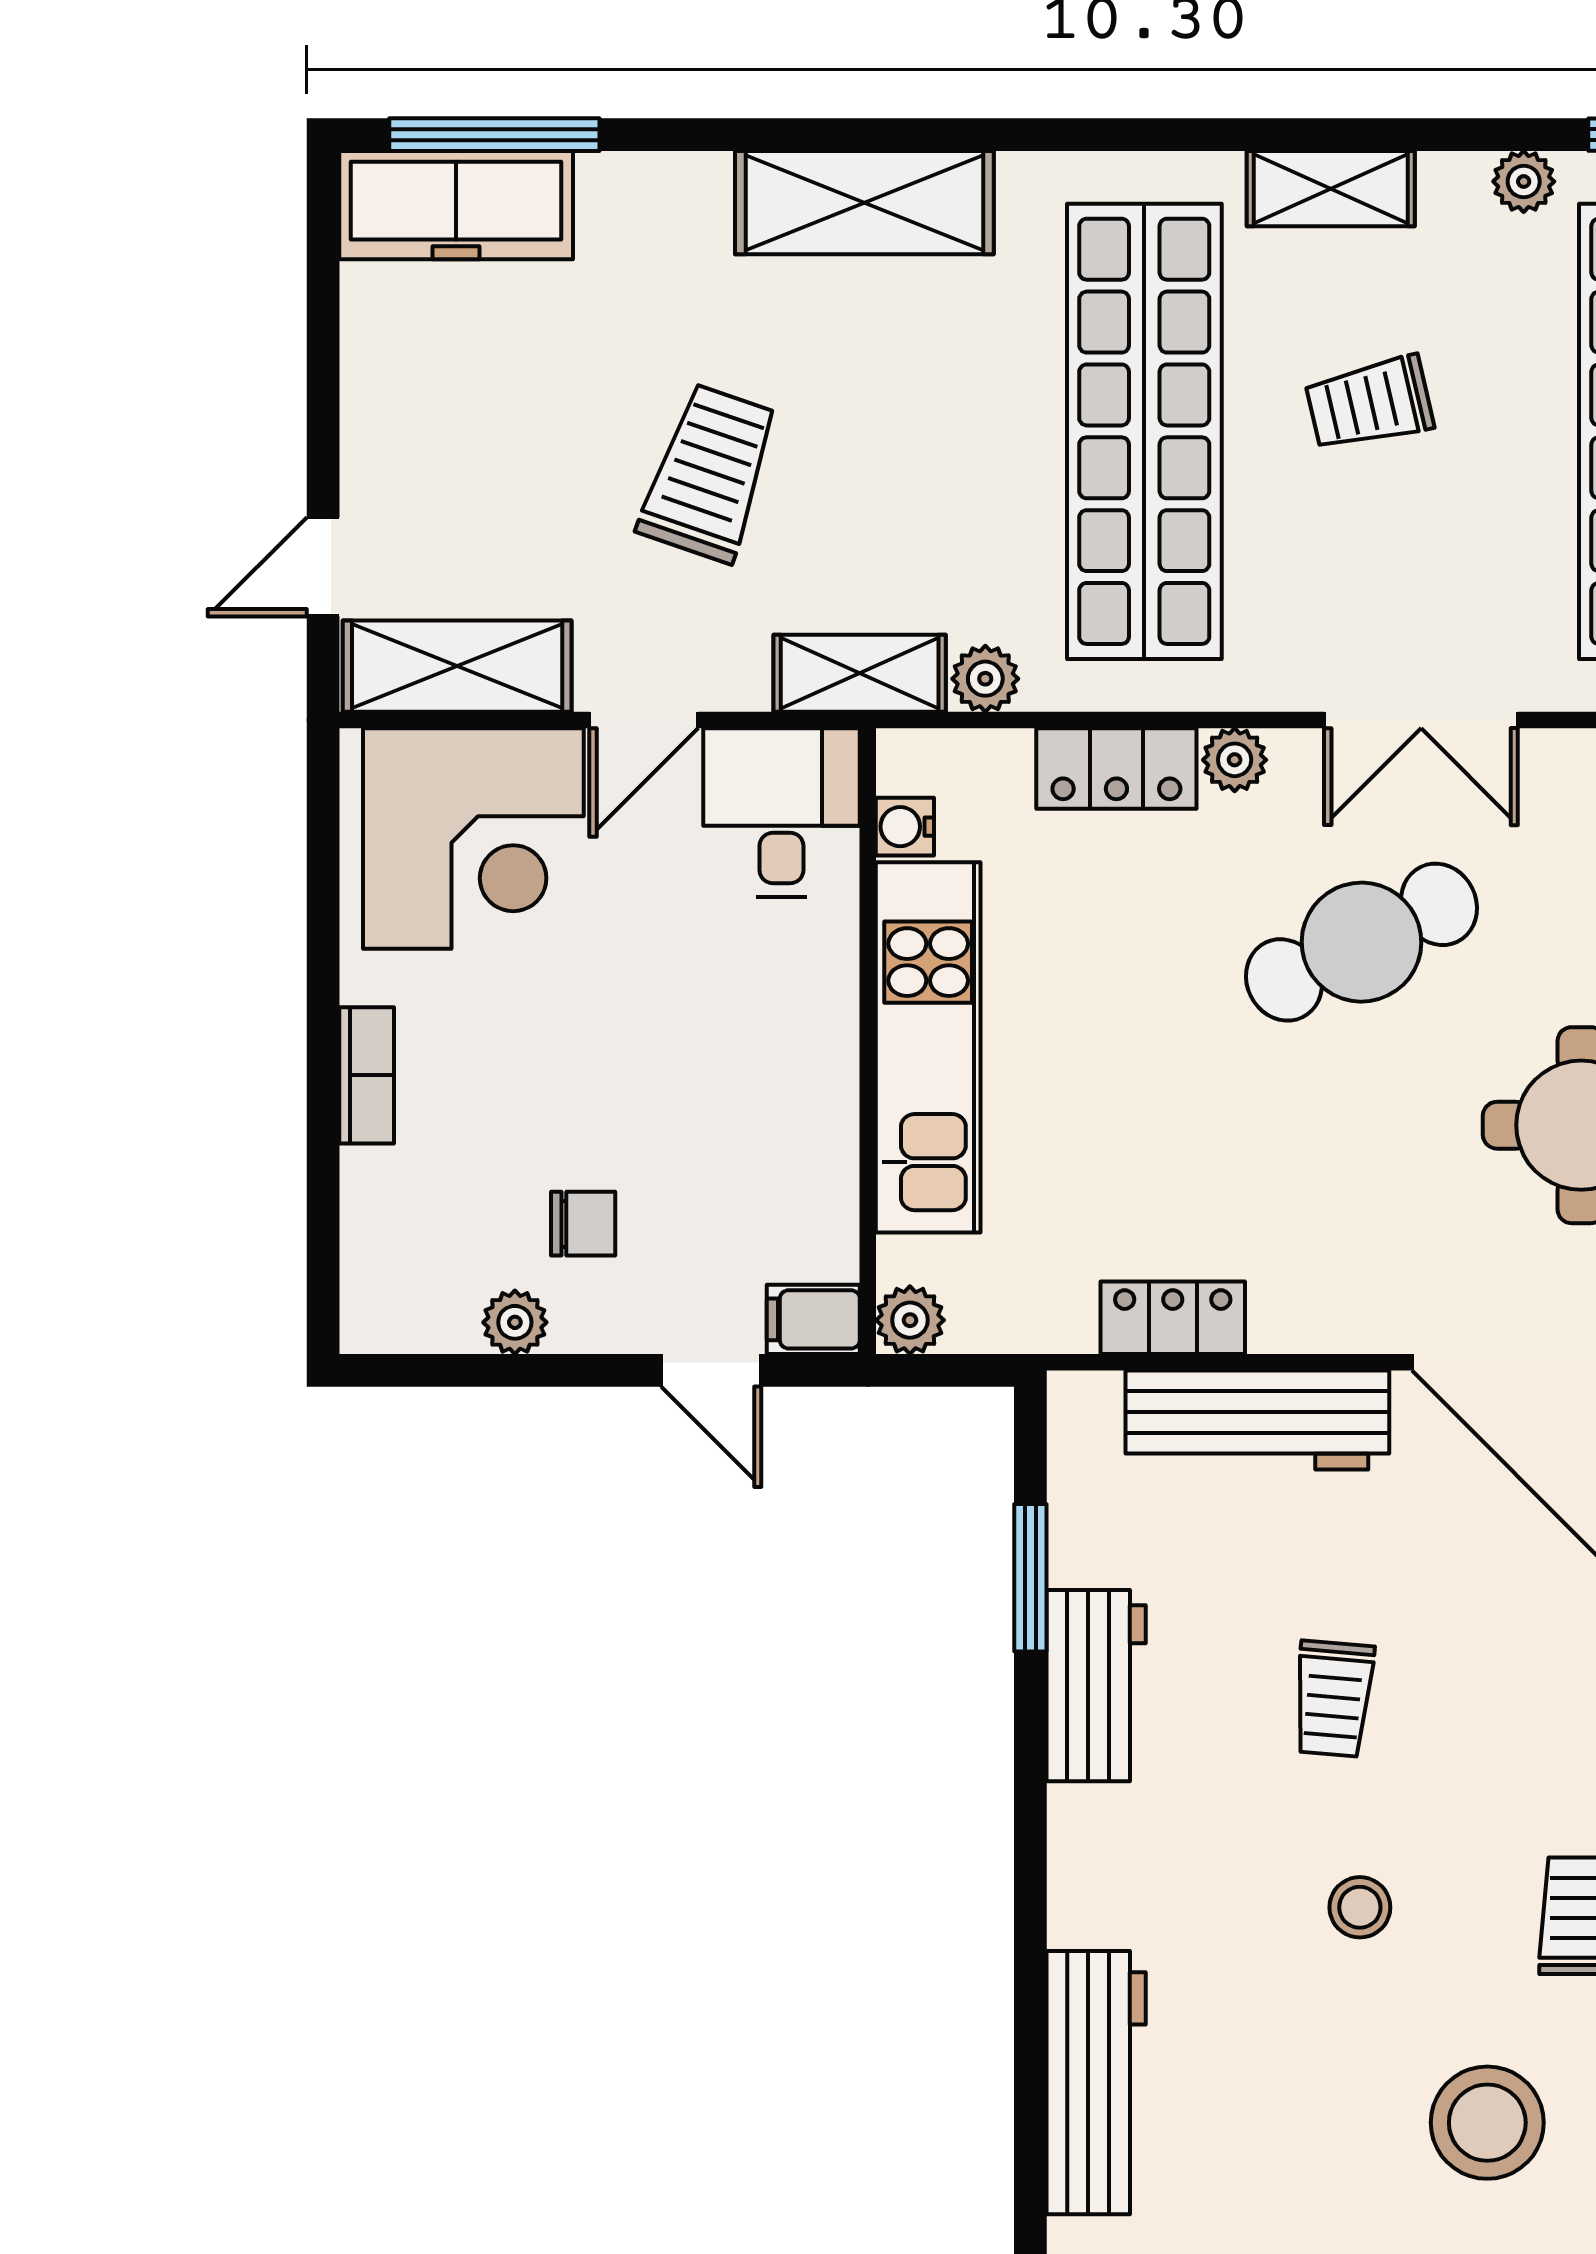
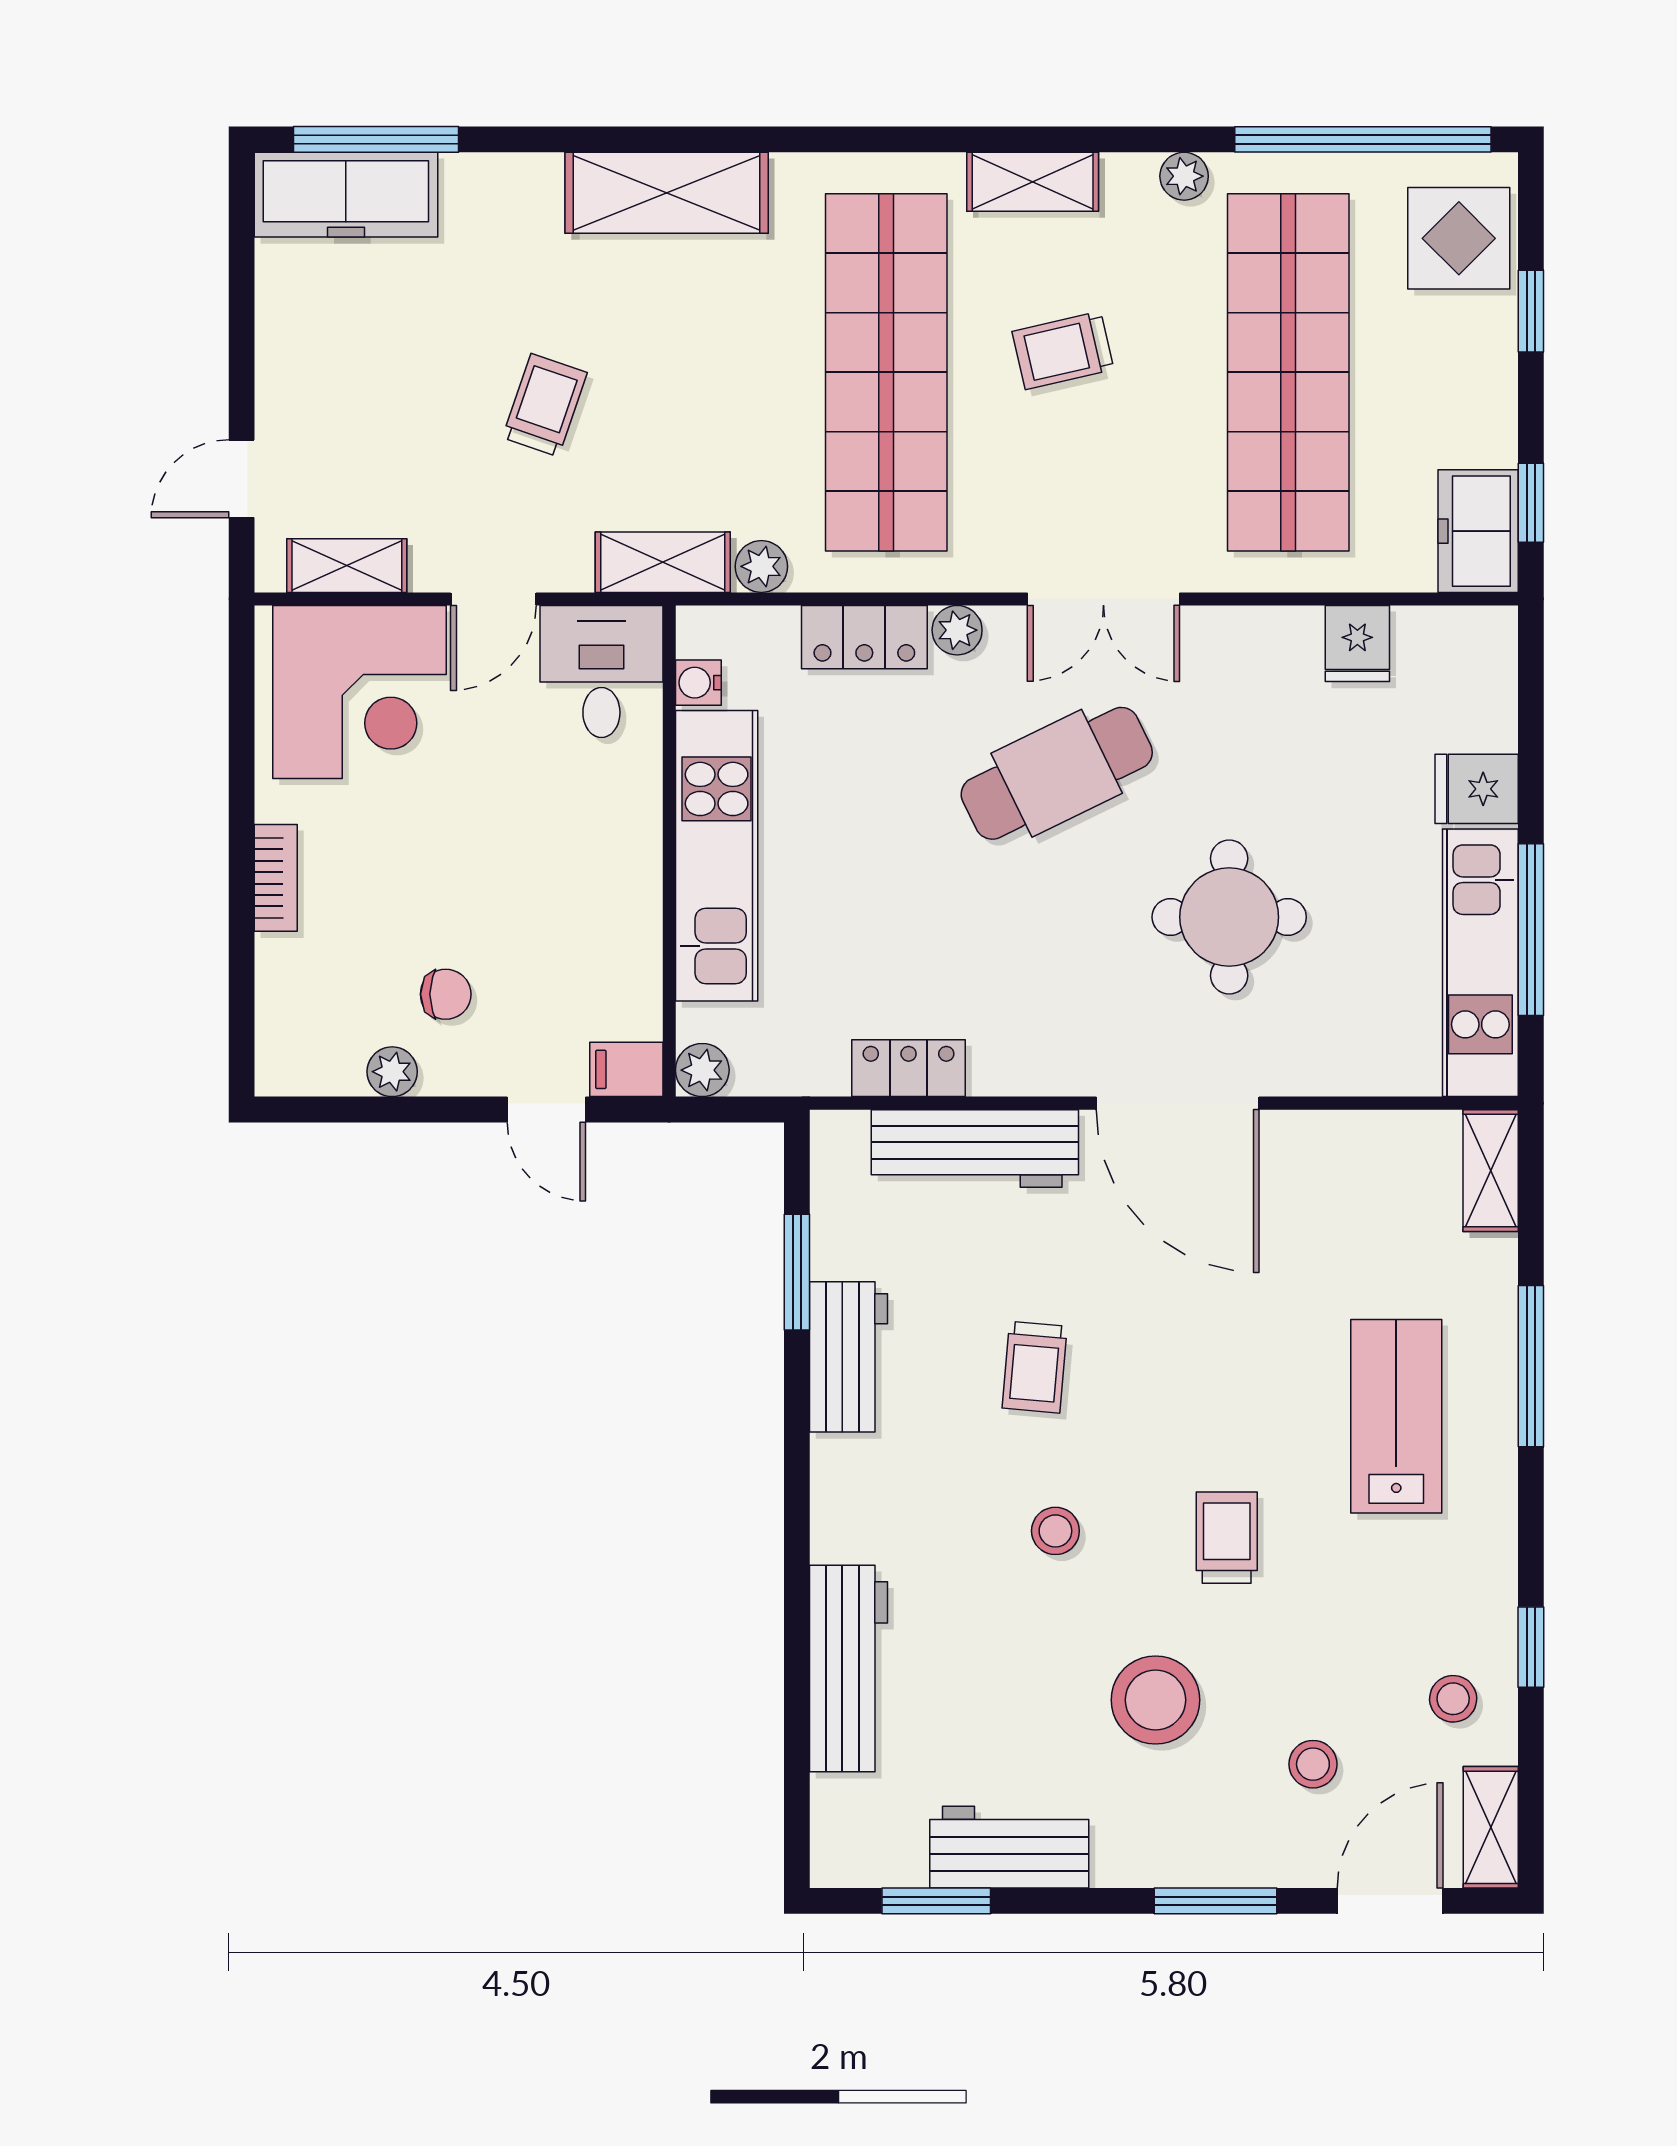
trolley: (709, 473) -> (545, 405), width x0.73, depth x0.72
shelving: (457, 666) -> (347, 566), width x0.67, depth x0.75

